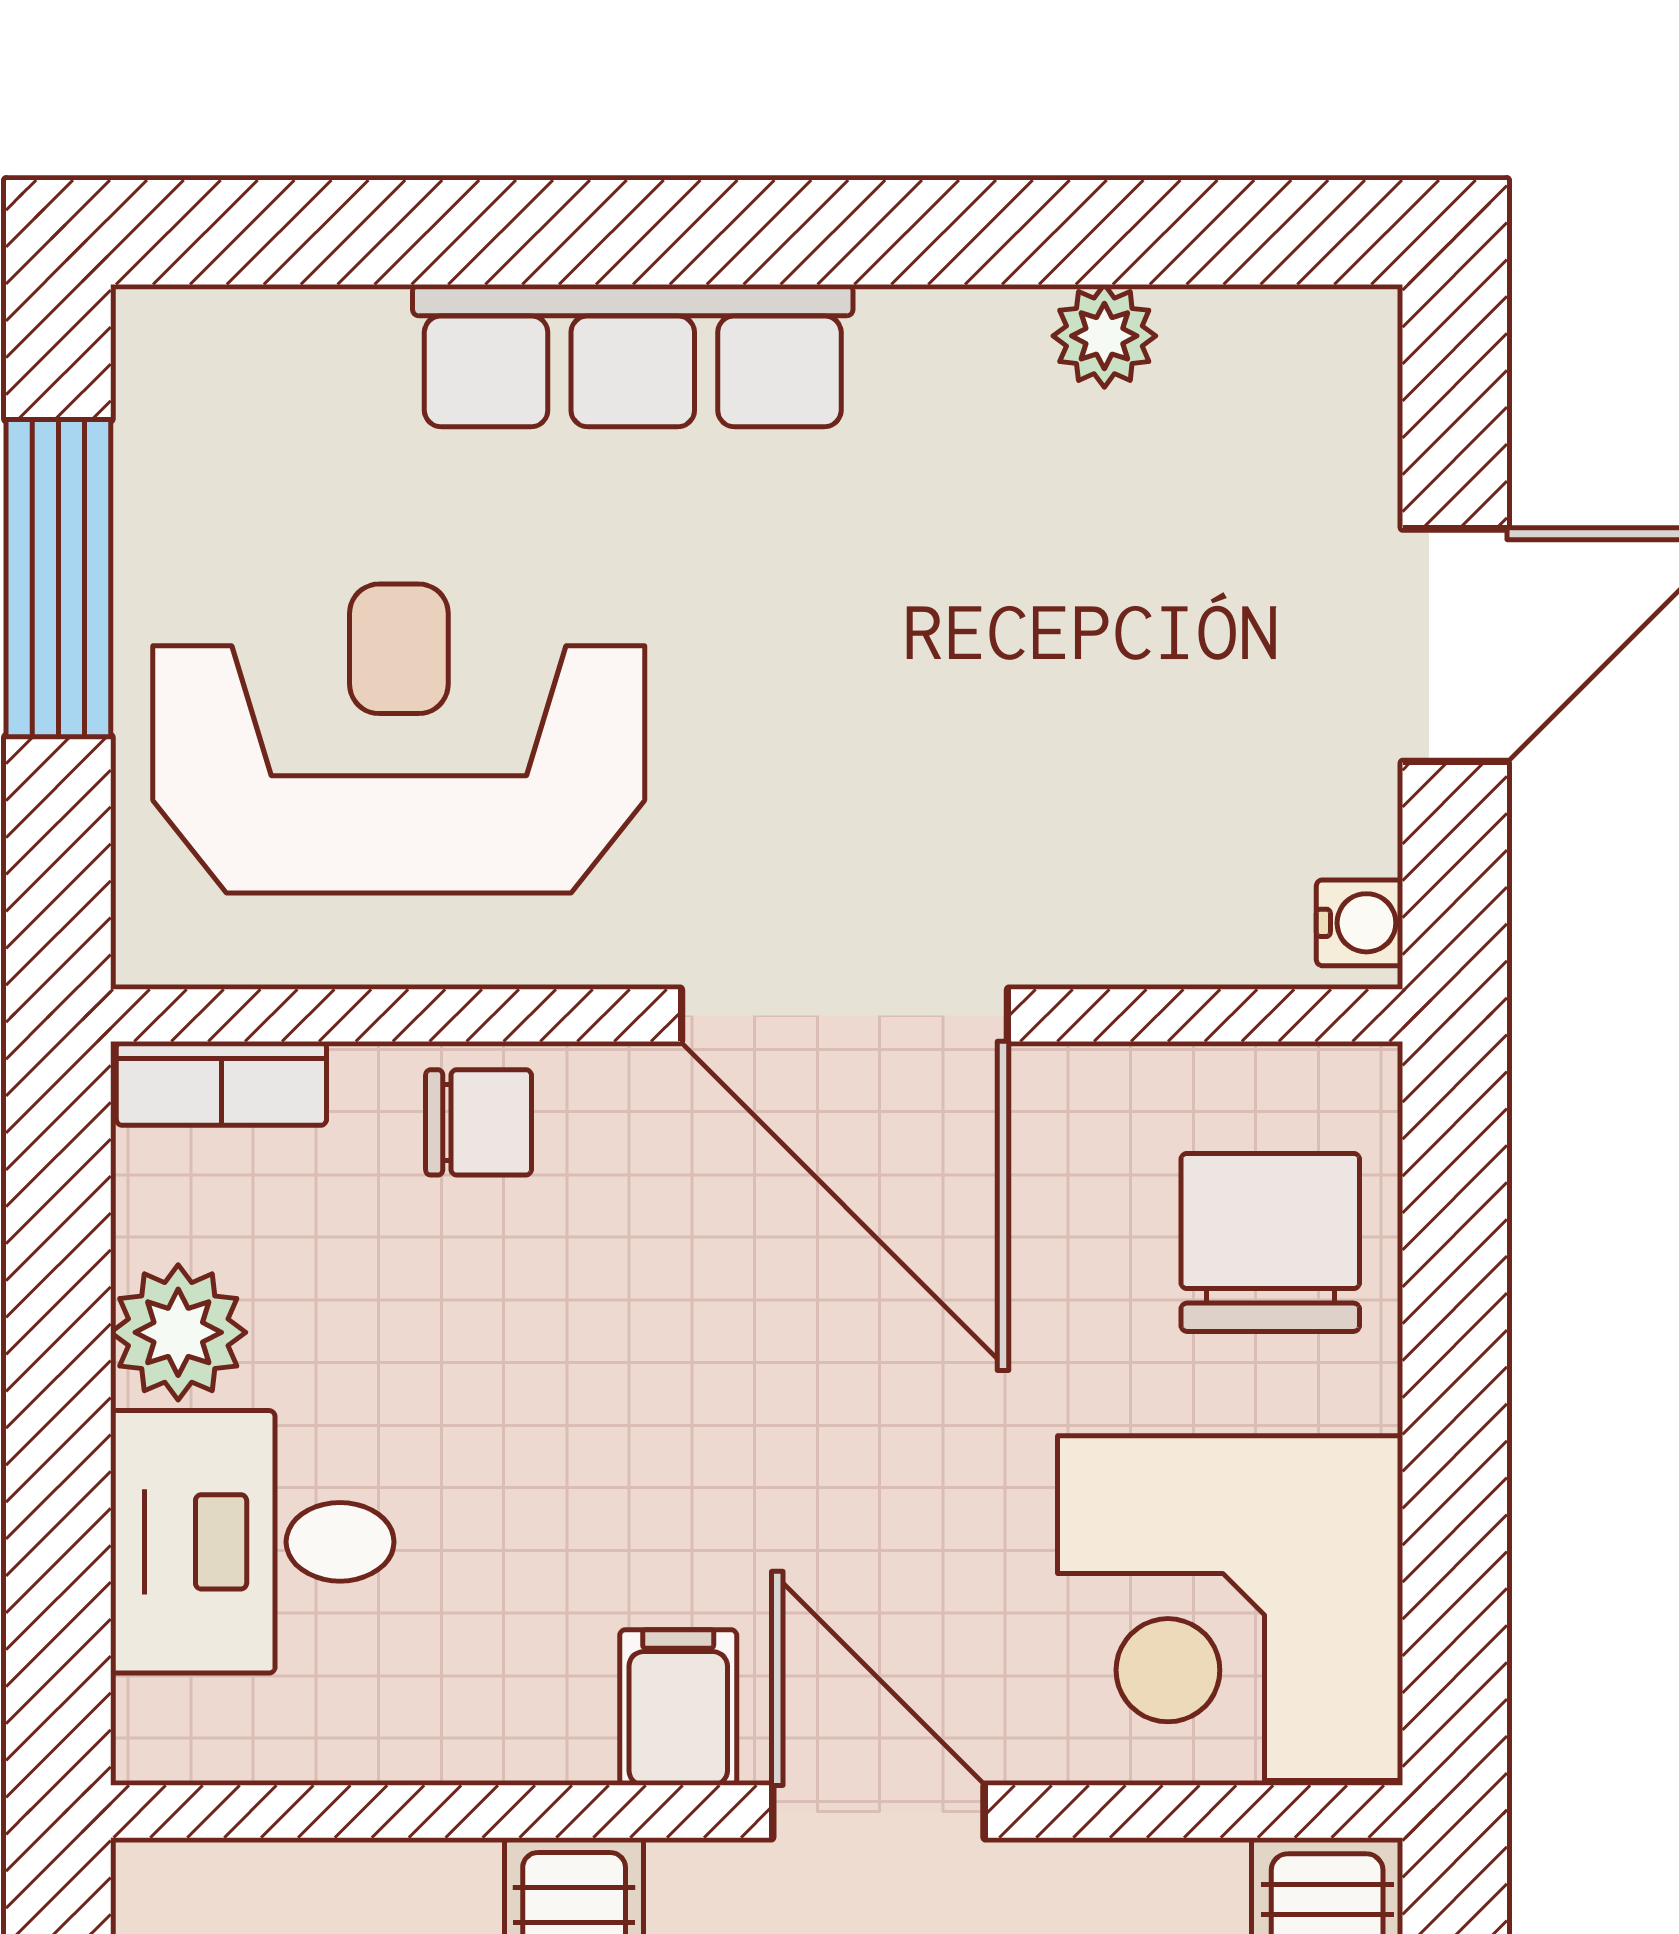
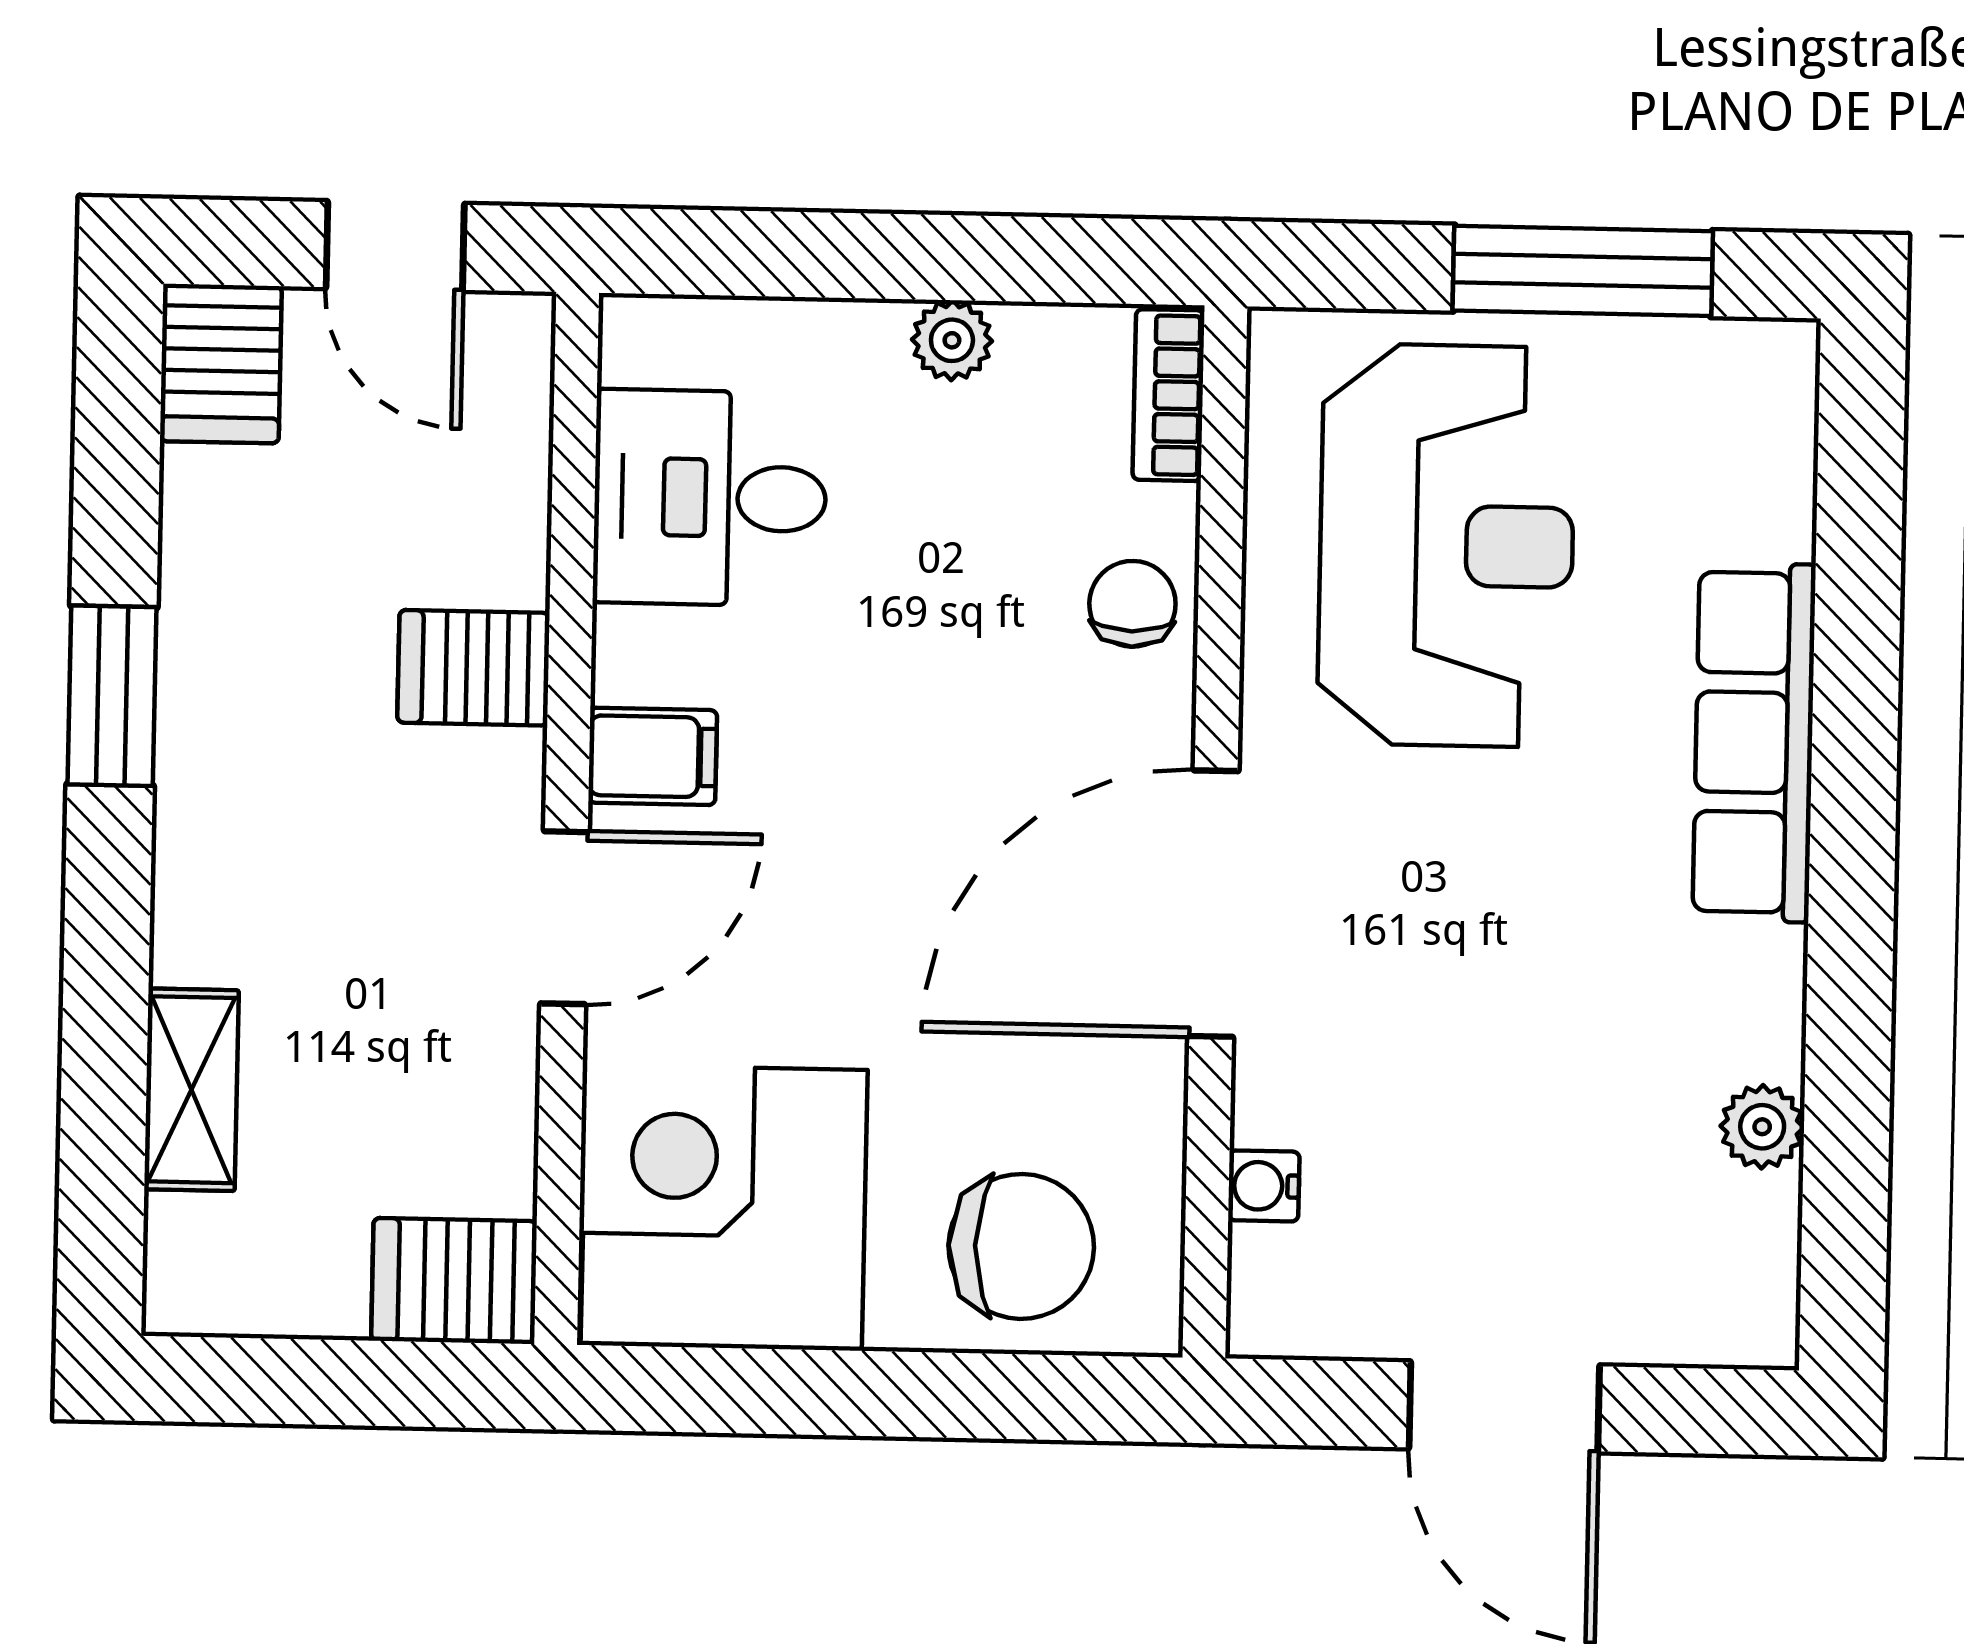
water cooler: (1360, 923) -> (1264, 1186), moved, turned 90
chair: (479, 1122) -> (1132, 604), turned 180
plant: (178, 1332) -> (952, 340), width x0.73, depth x0.73
desk: (252, 1542) -> (710, 498), moved, turned -90

